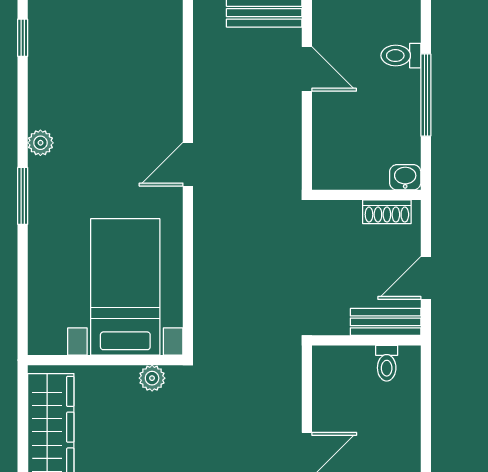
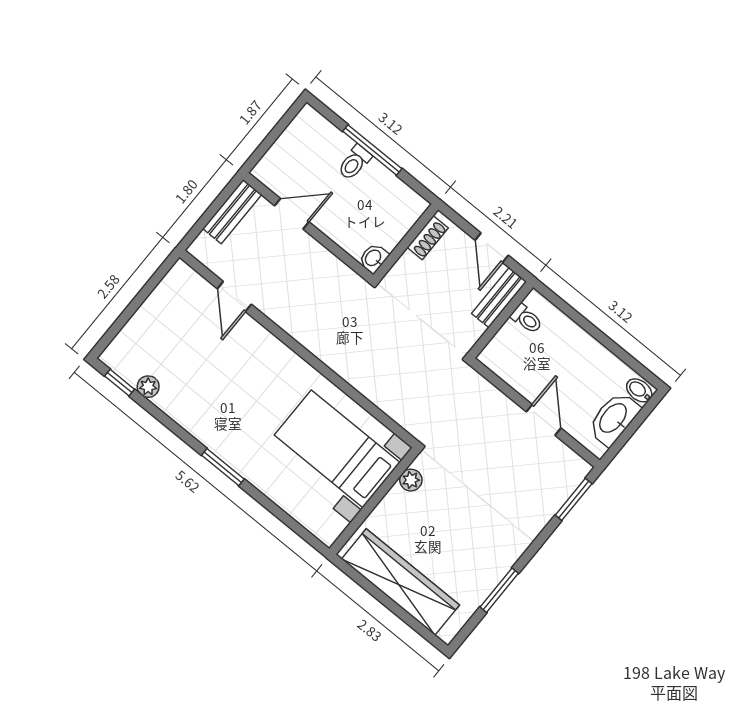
toilet: (401, 56) -> (354, 163), moved
plant: (40, 143) -> (148, 387), moved
door: (188, 164) -> (234, 296), moved
washbasin: (405, 177) -> (374, 258), moved

